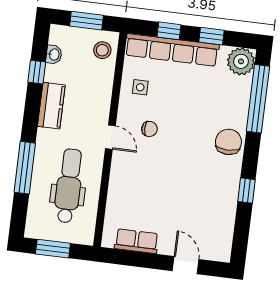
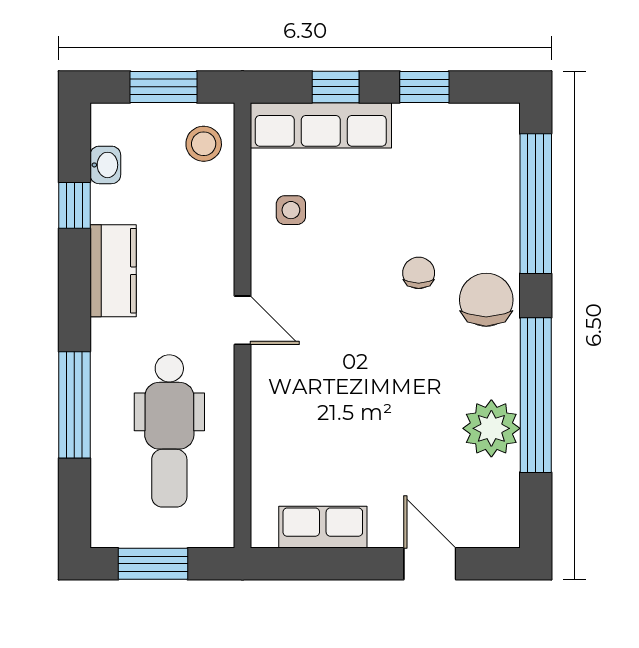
row of seats: (172, 50) -> (321, 125), width x0.73
plant: (241, 61) -> (491, 428), moved
chair: (149, 129) -> (419, 273), moved, turned -90
dental chair: (69, 186) -> (169, 431), turned 180
window: (246, 191) -> (536, 395), width x3.17

